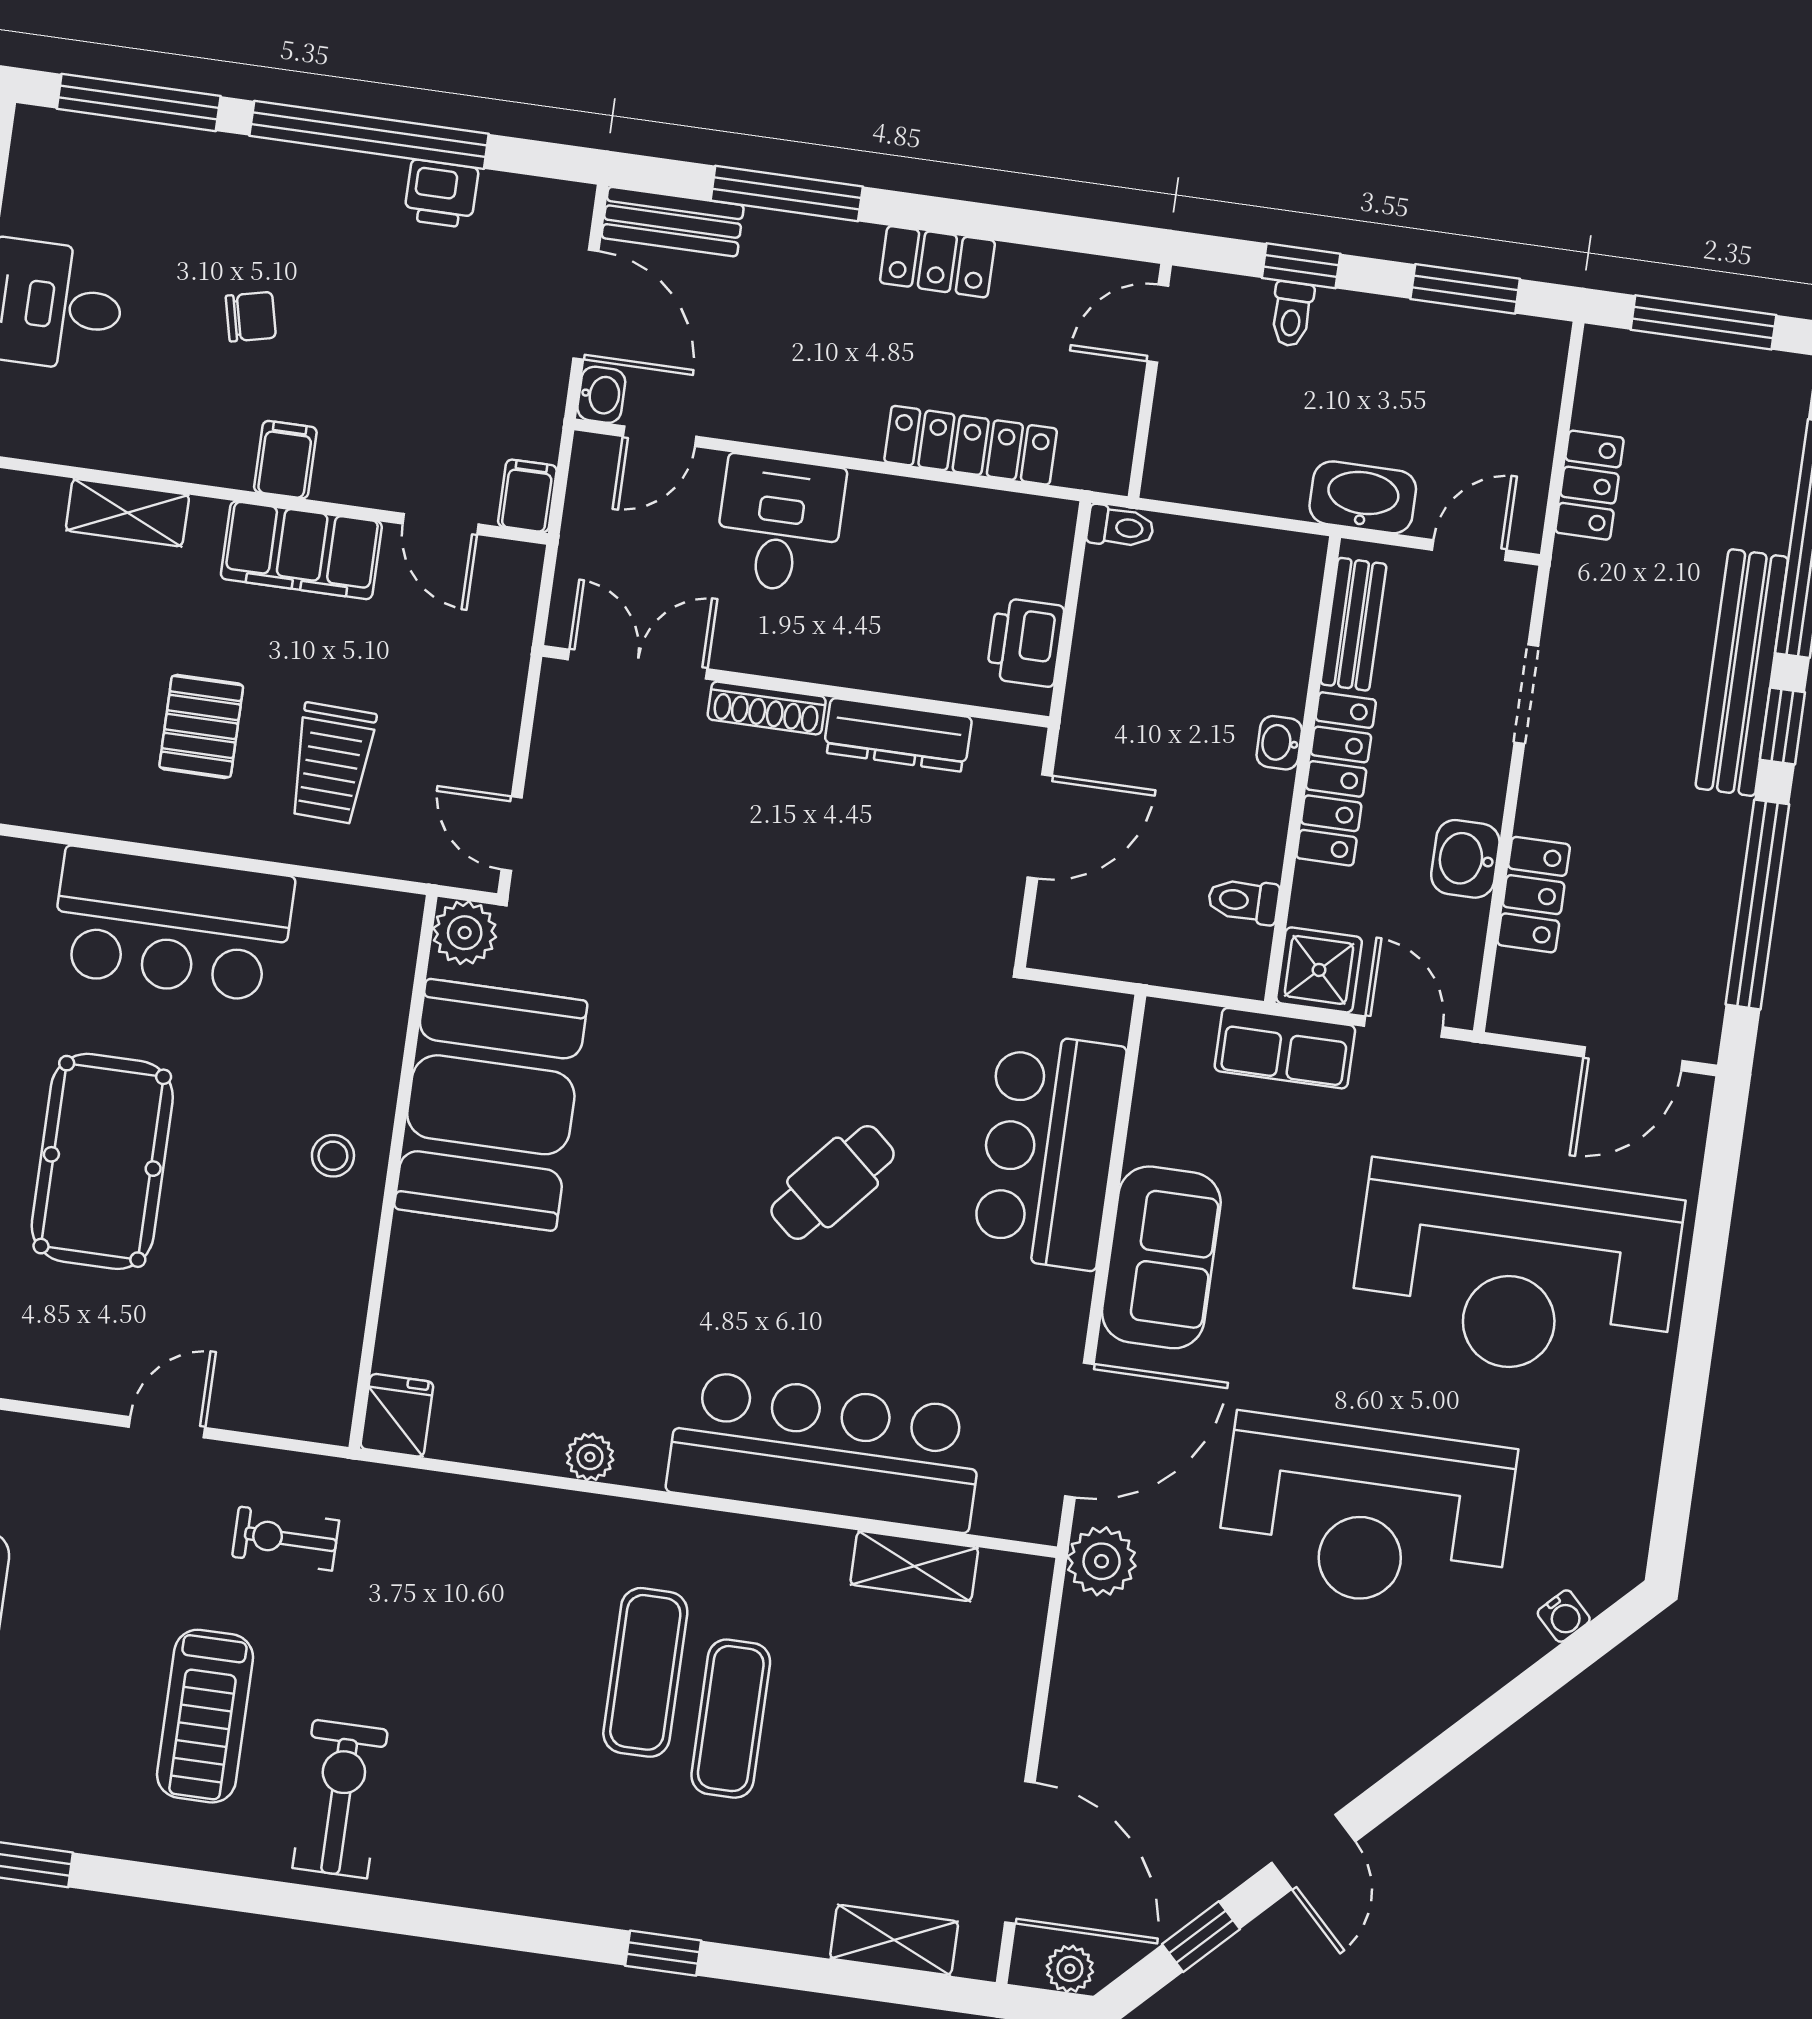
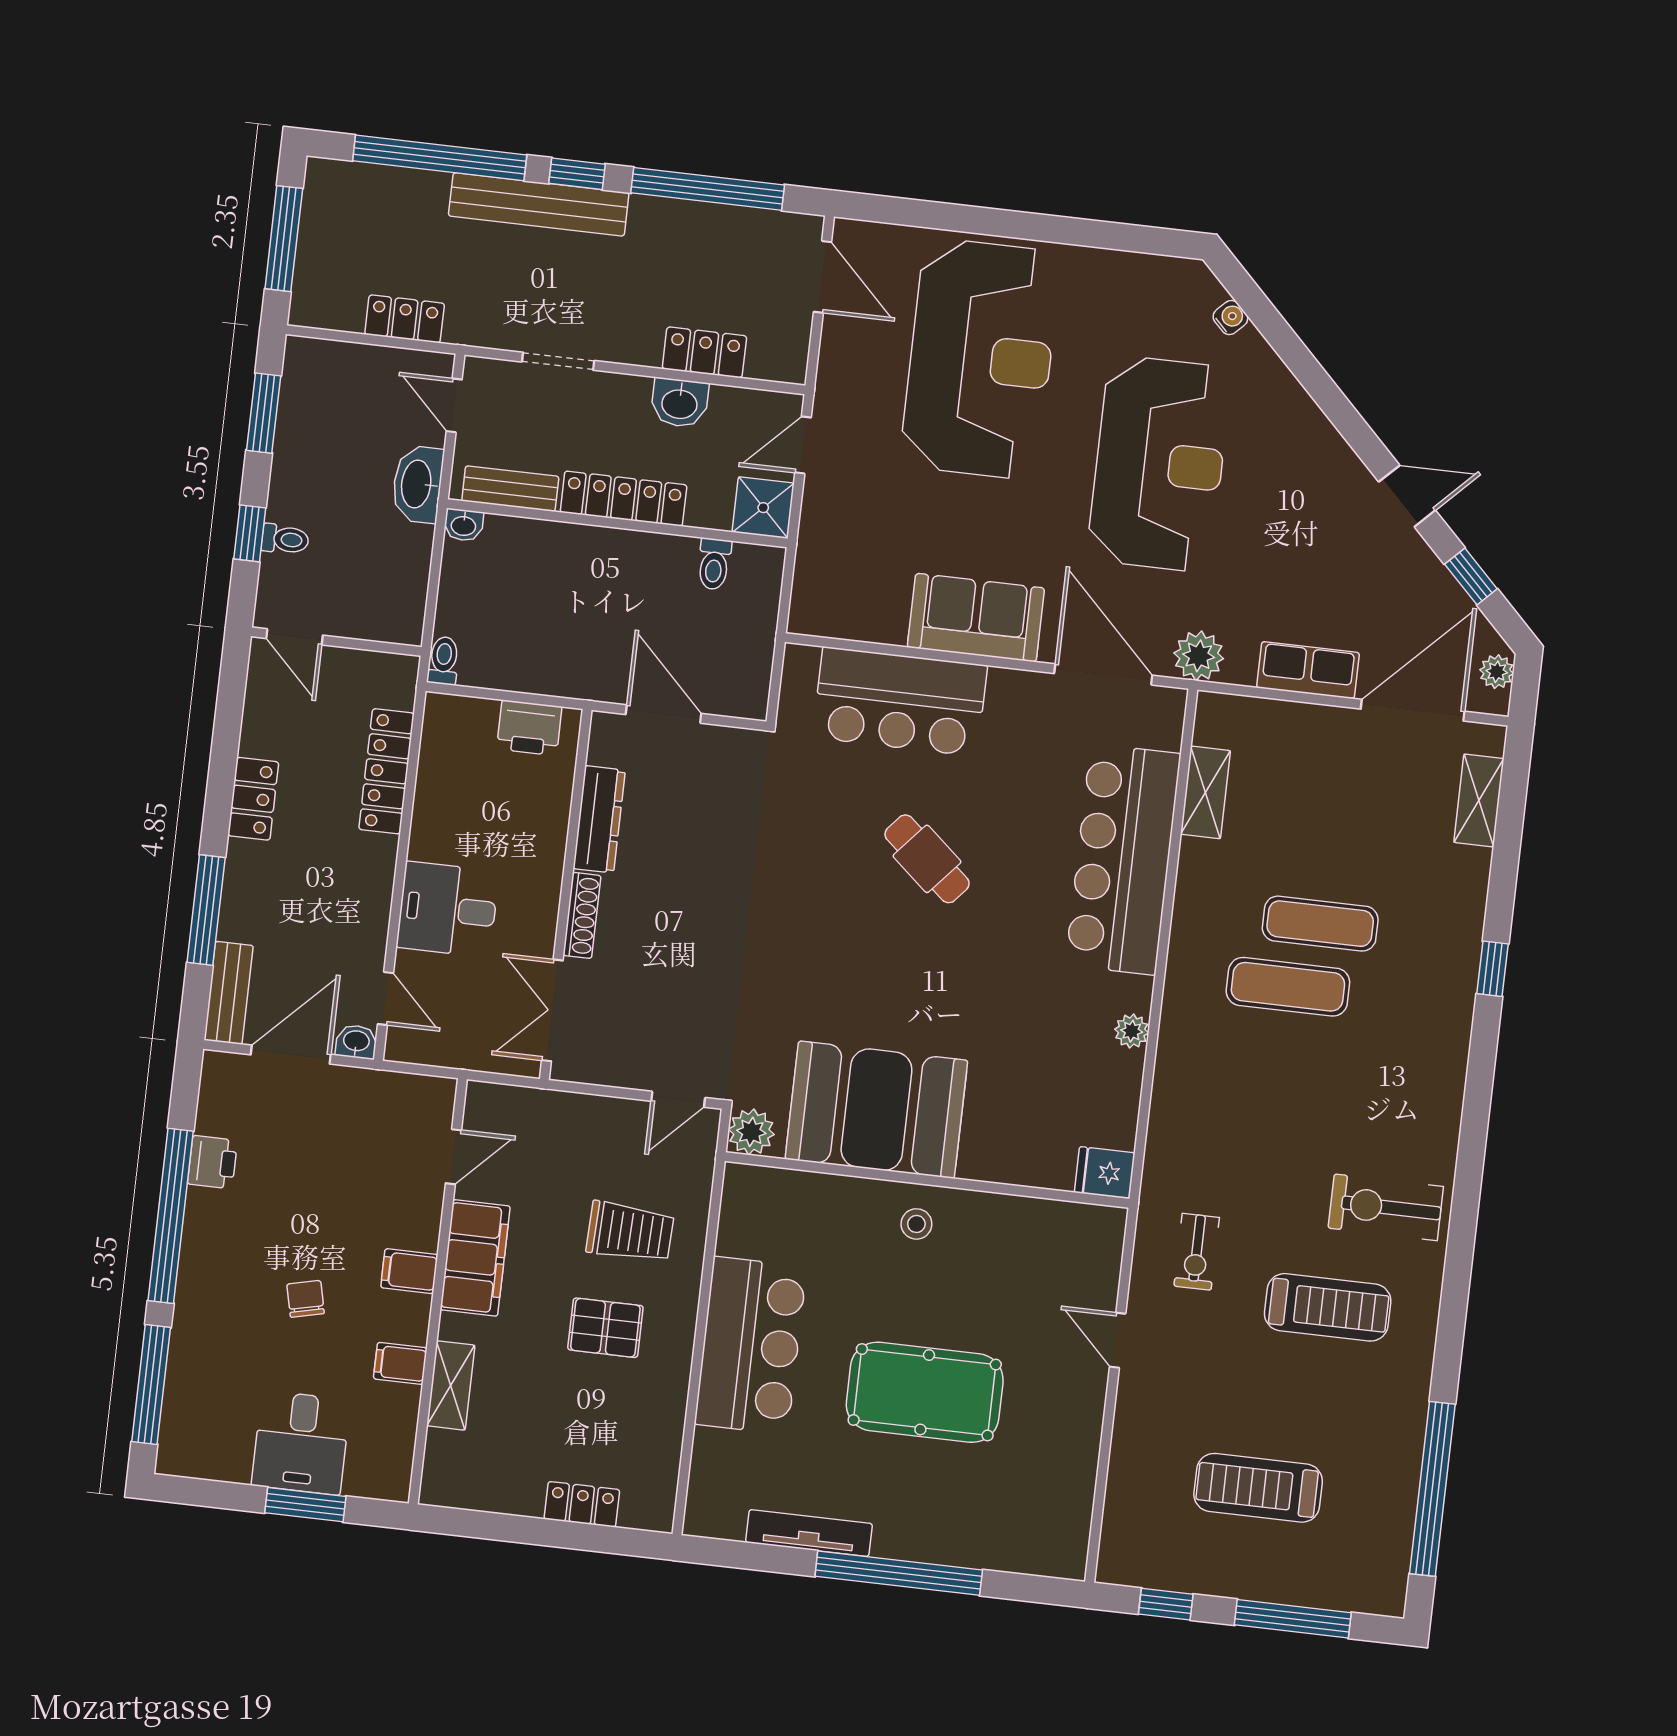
filing cabinet: (527, 496) -> (400, 1363), moved
washbasin: (1279, 743) -> (464, 525), moved
row of seats: (1285, 1048) -> (1308, 670), moved, turned -90

